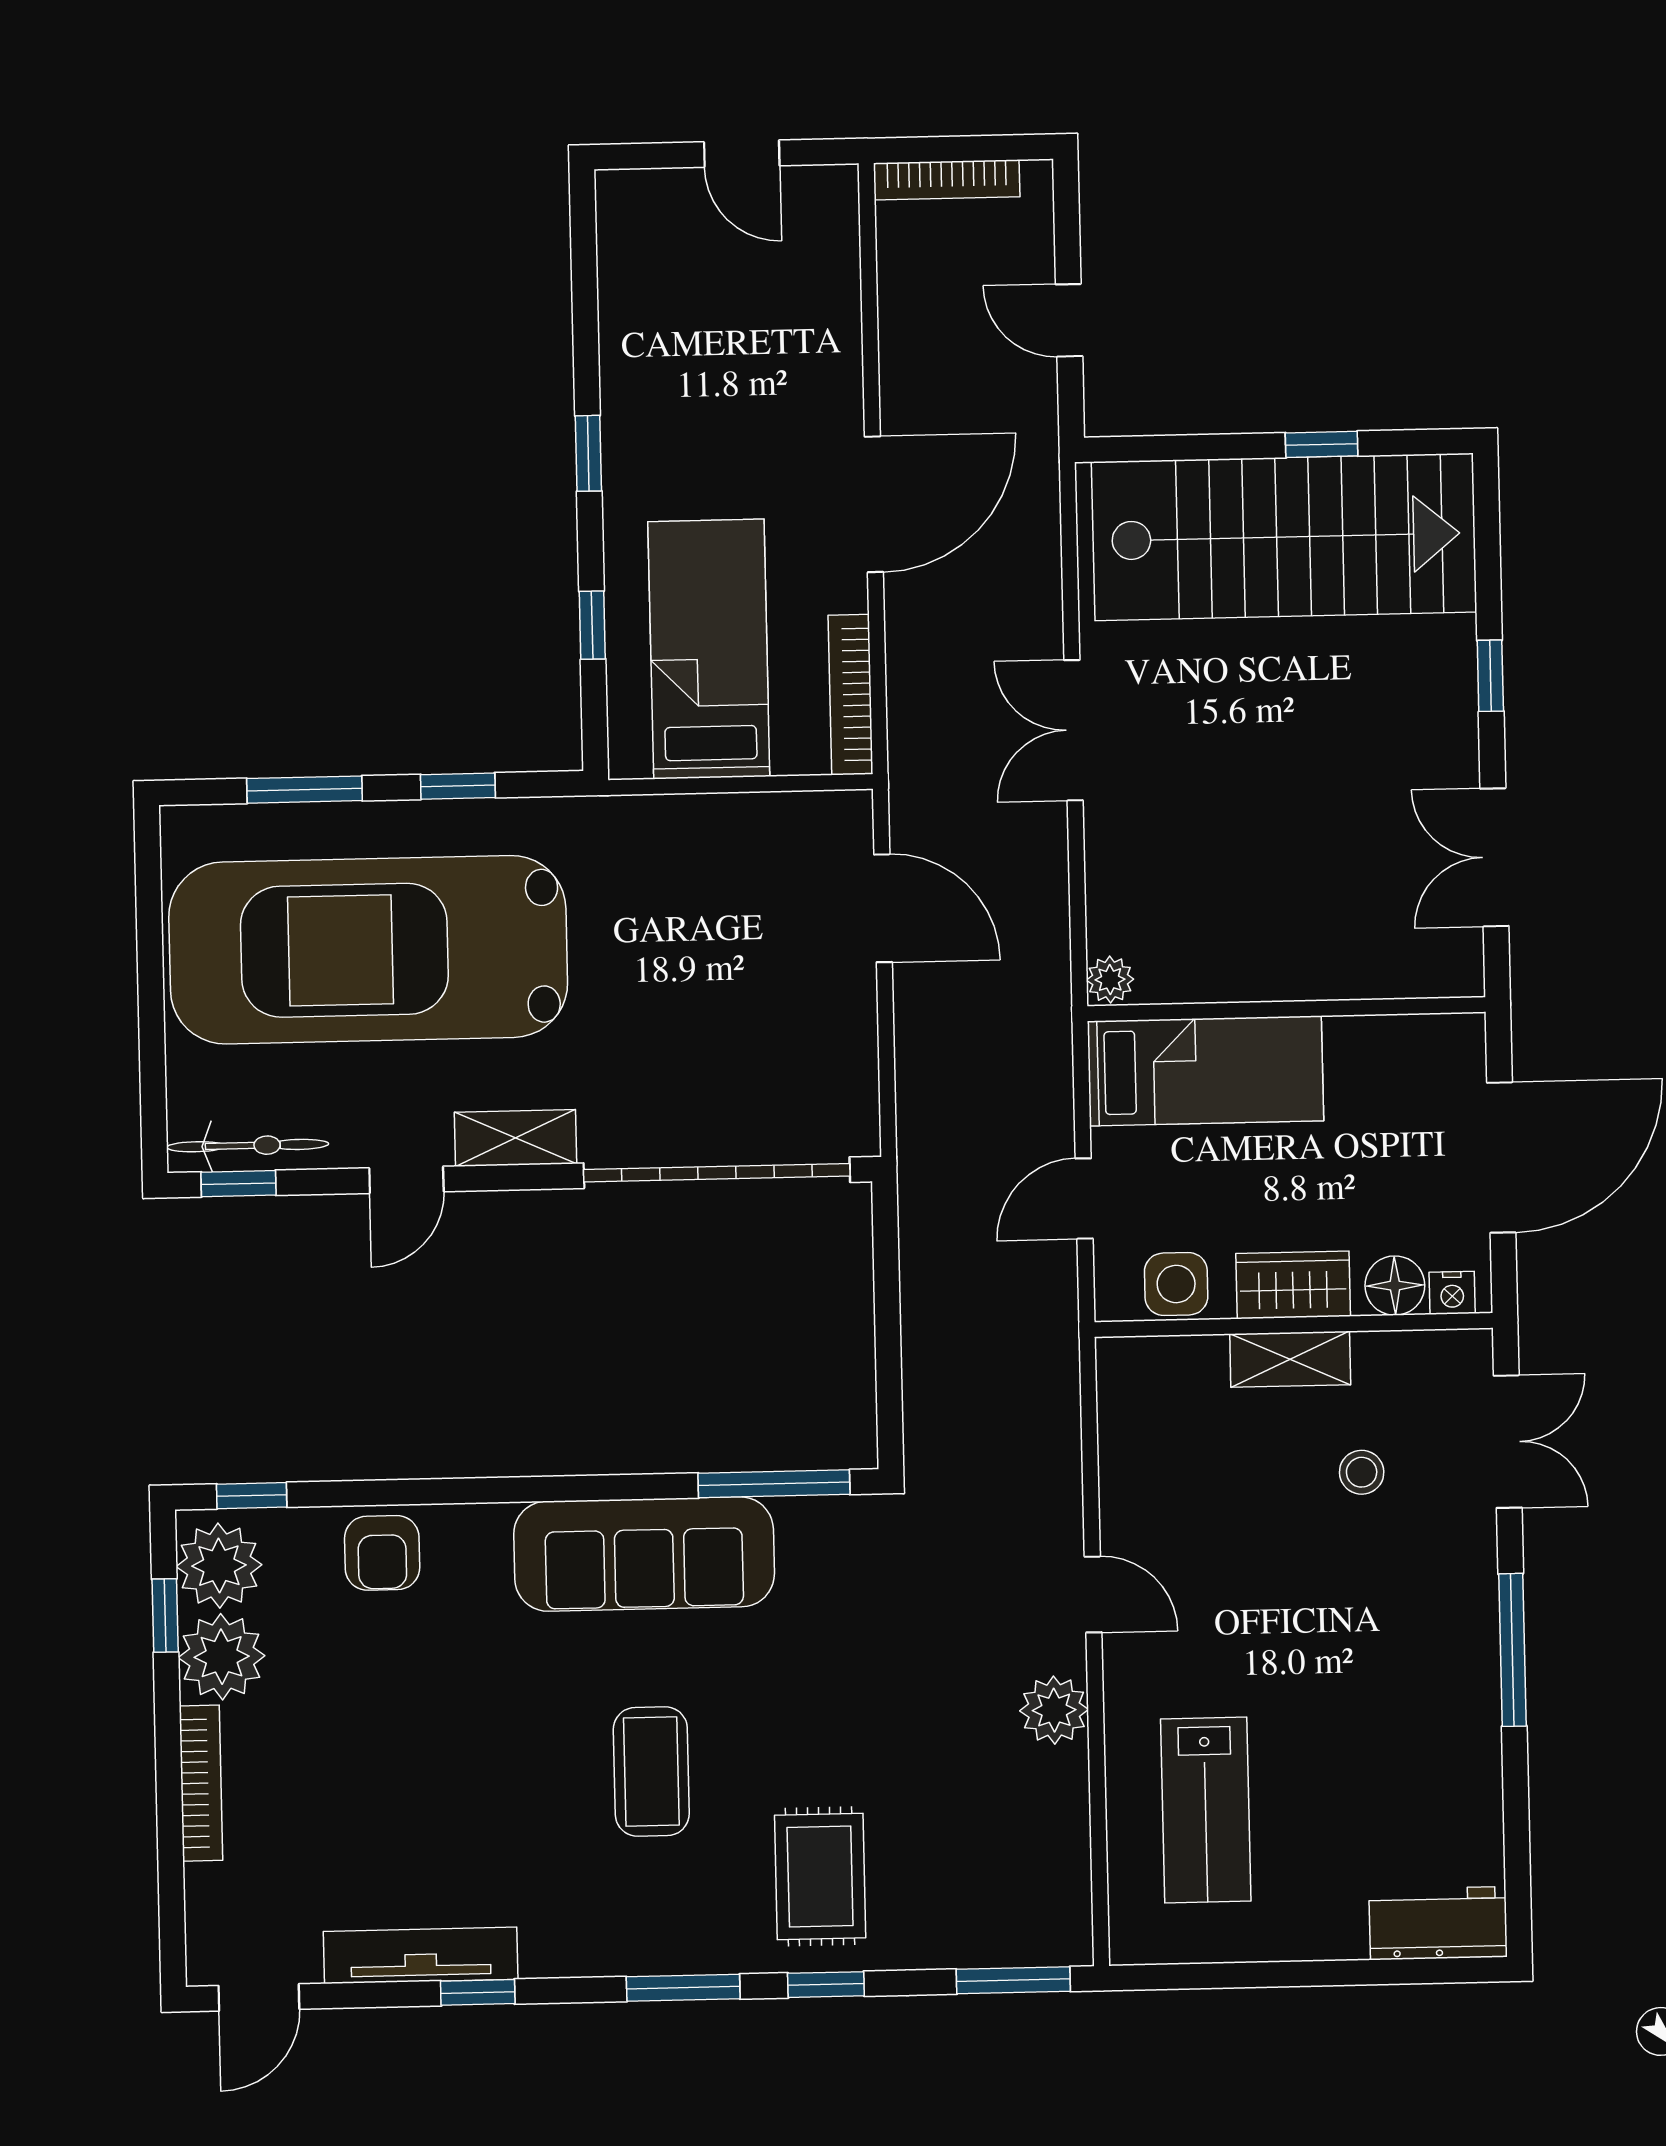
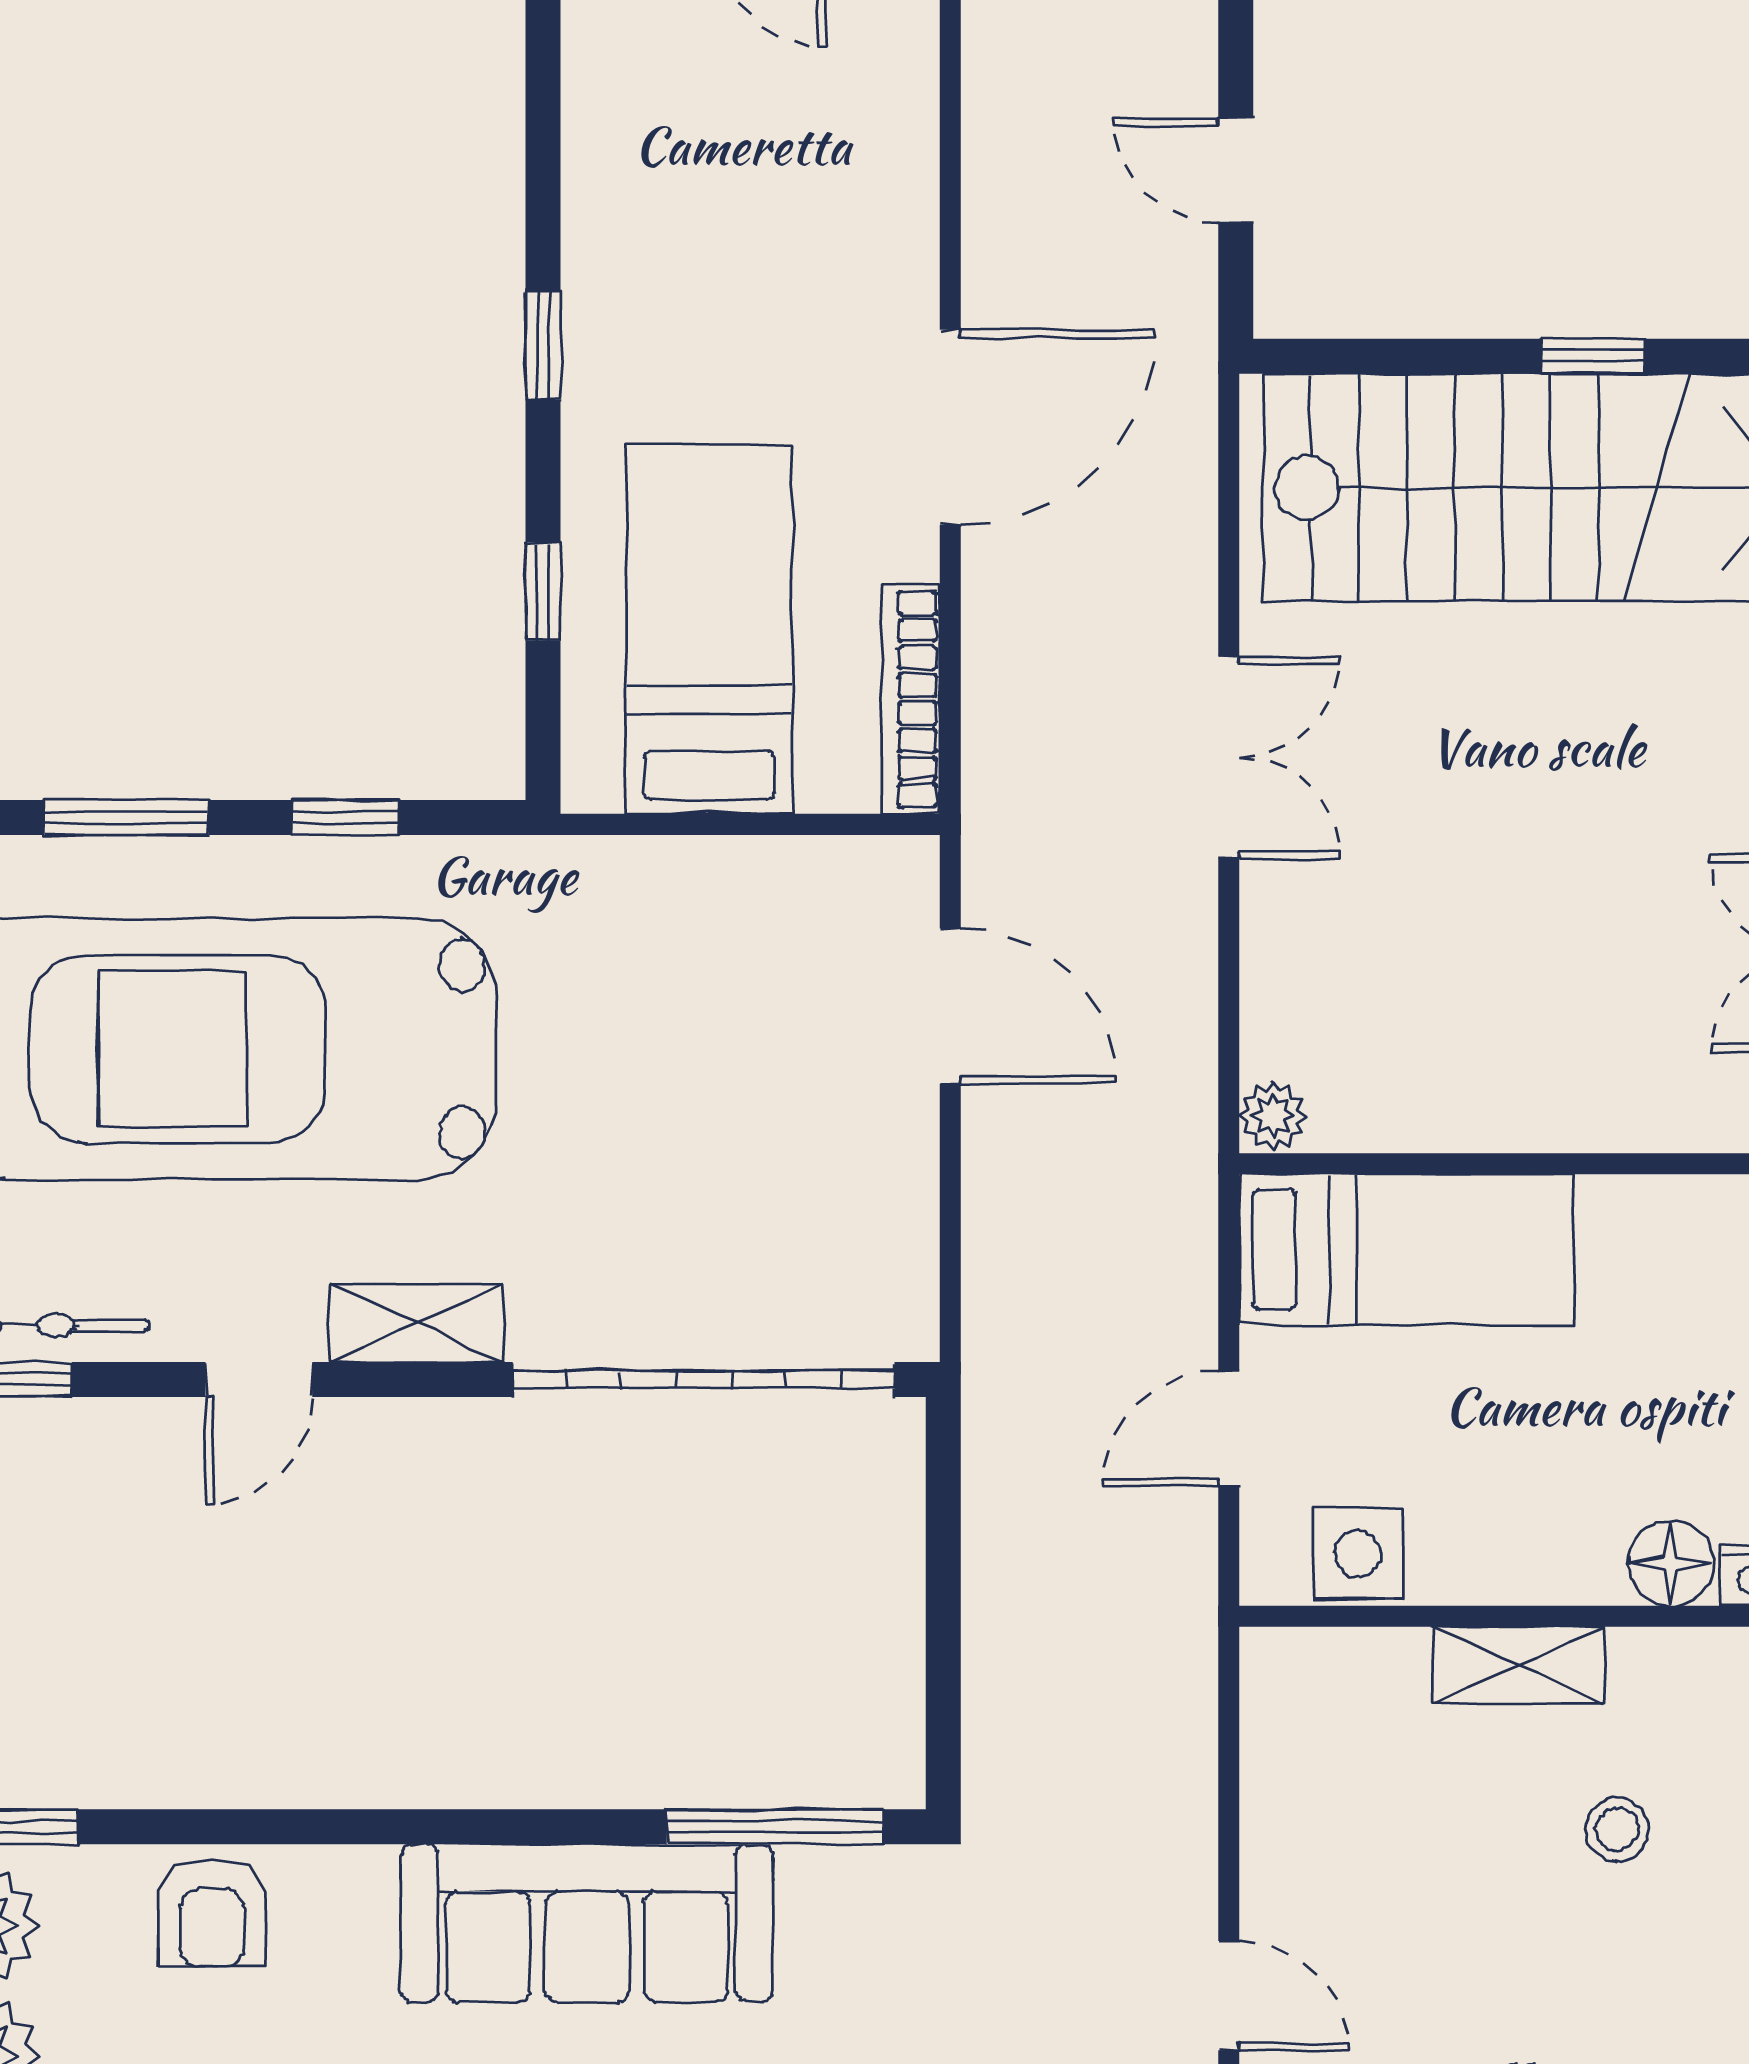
double door: (1073, 730) -> (1229, 757), swing flipped
wardrobe: (1293, 1285) -> (1525, 1559), removed

